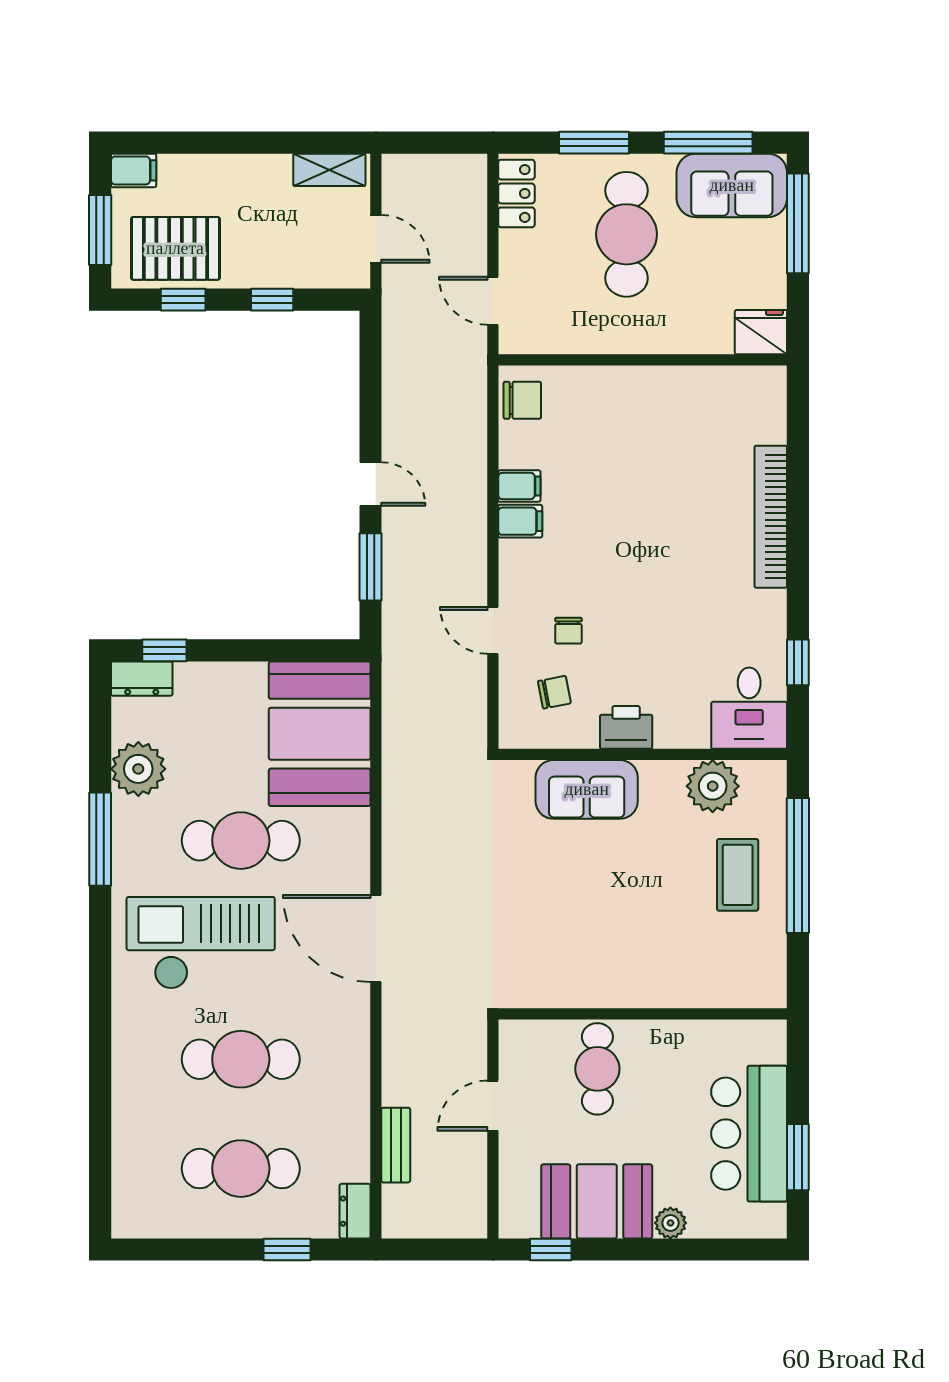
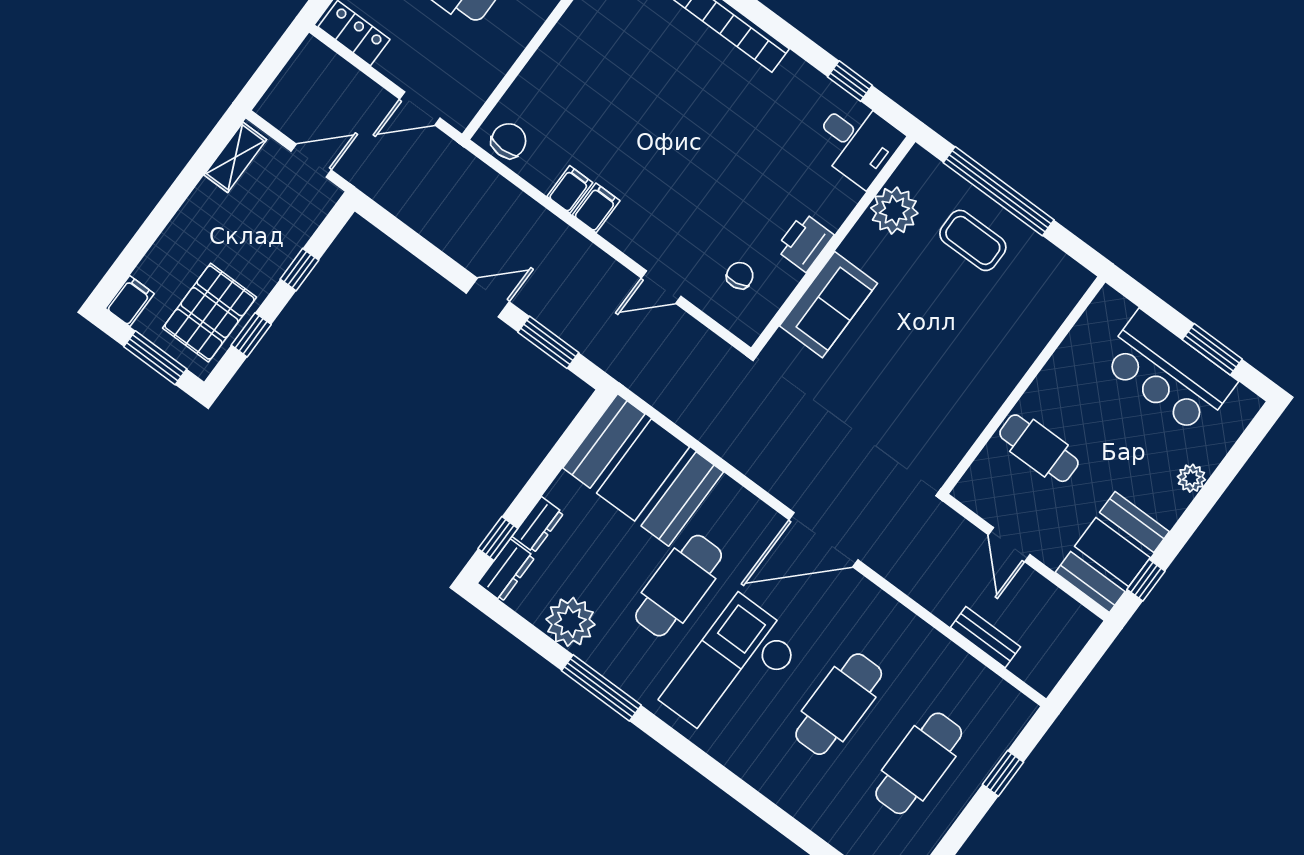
chair: (568, 631) -> (702, 232), removed
booth: (597, 1201) -> (1112, 552), moved
dresser: (355, 1211) -> (538, 525), moved, turned -90

